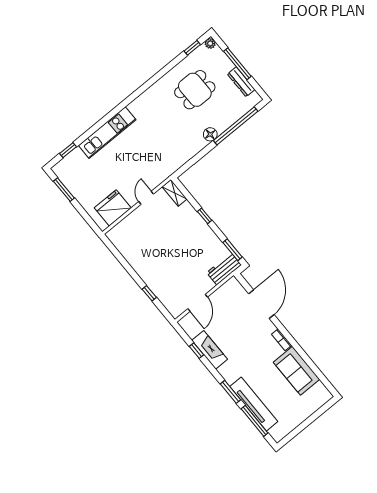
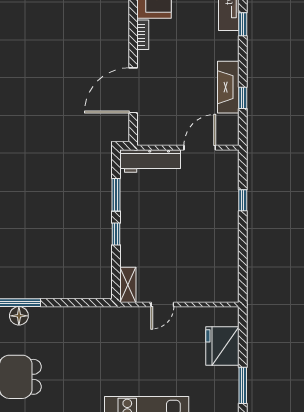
floor lamp: (210, 134) -> (19, 316), moved
fridge: (113, 208) -> (222, 346), moved, turned 90
window: (233, 250) -> (116, 195), moved
workbench: (224, 269) -> (150, 161), width x1.37
window: (231, 392) -> (243, 24), width x0.67

